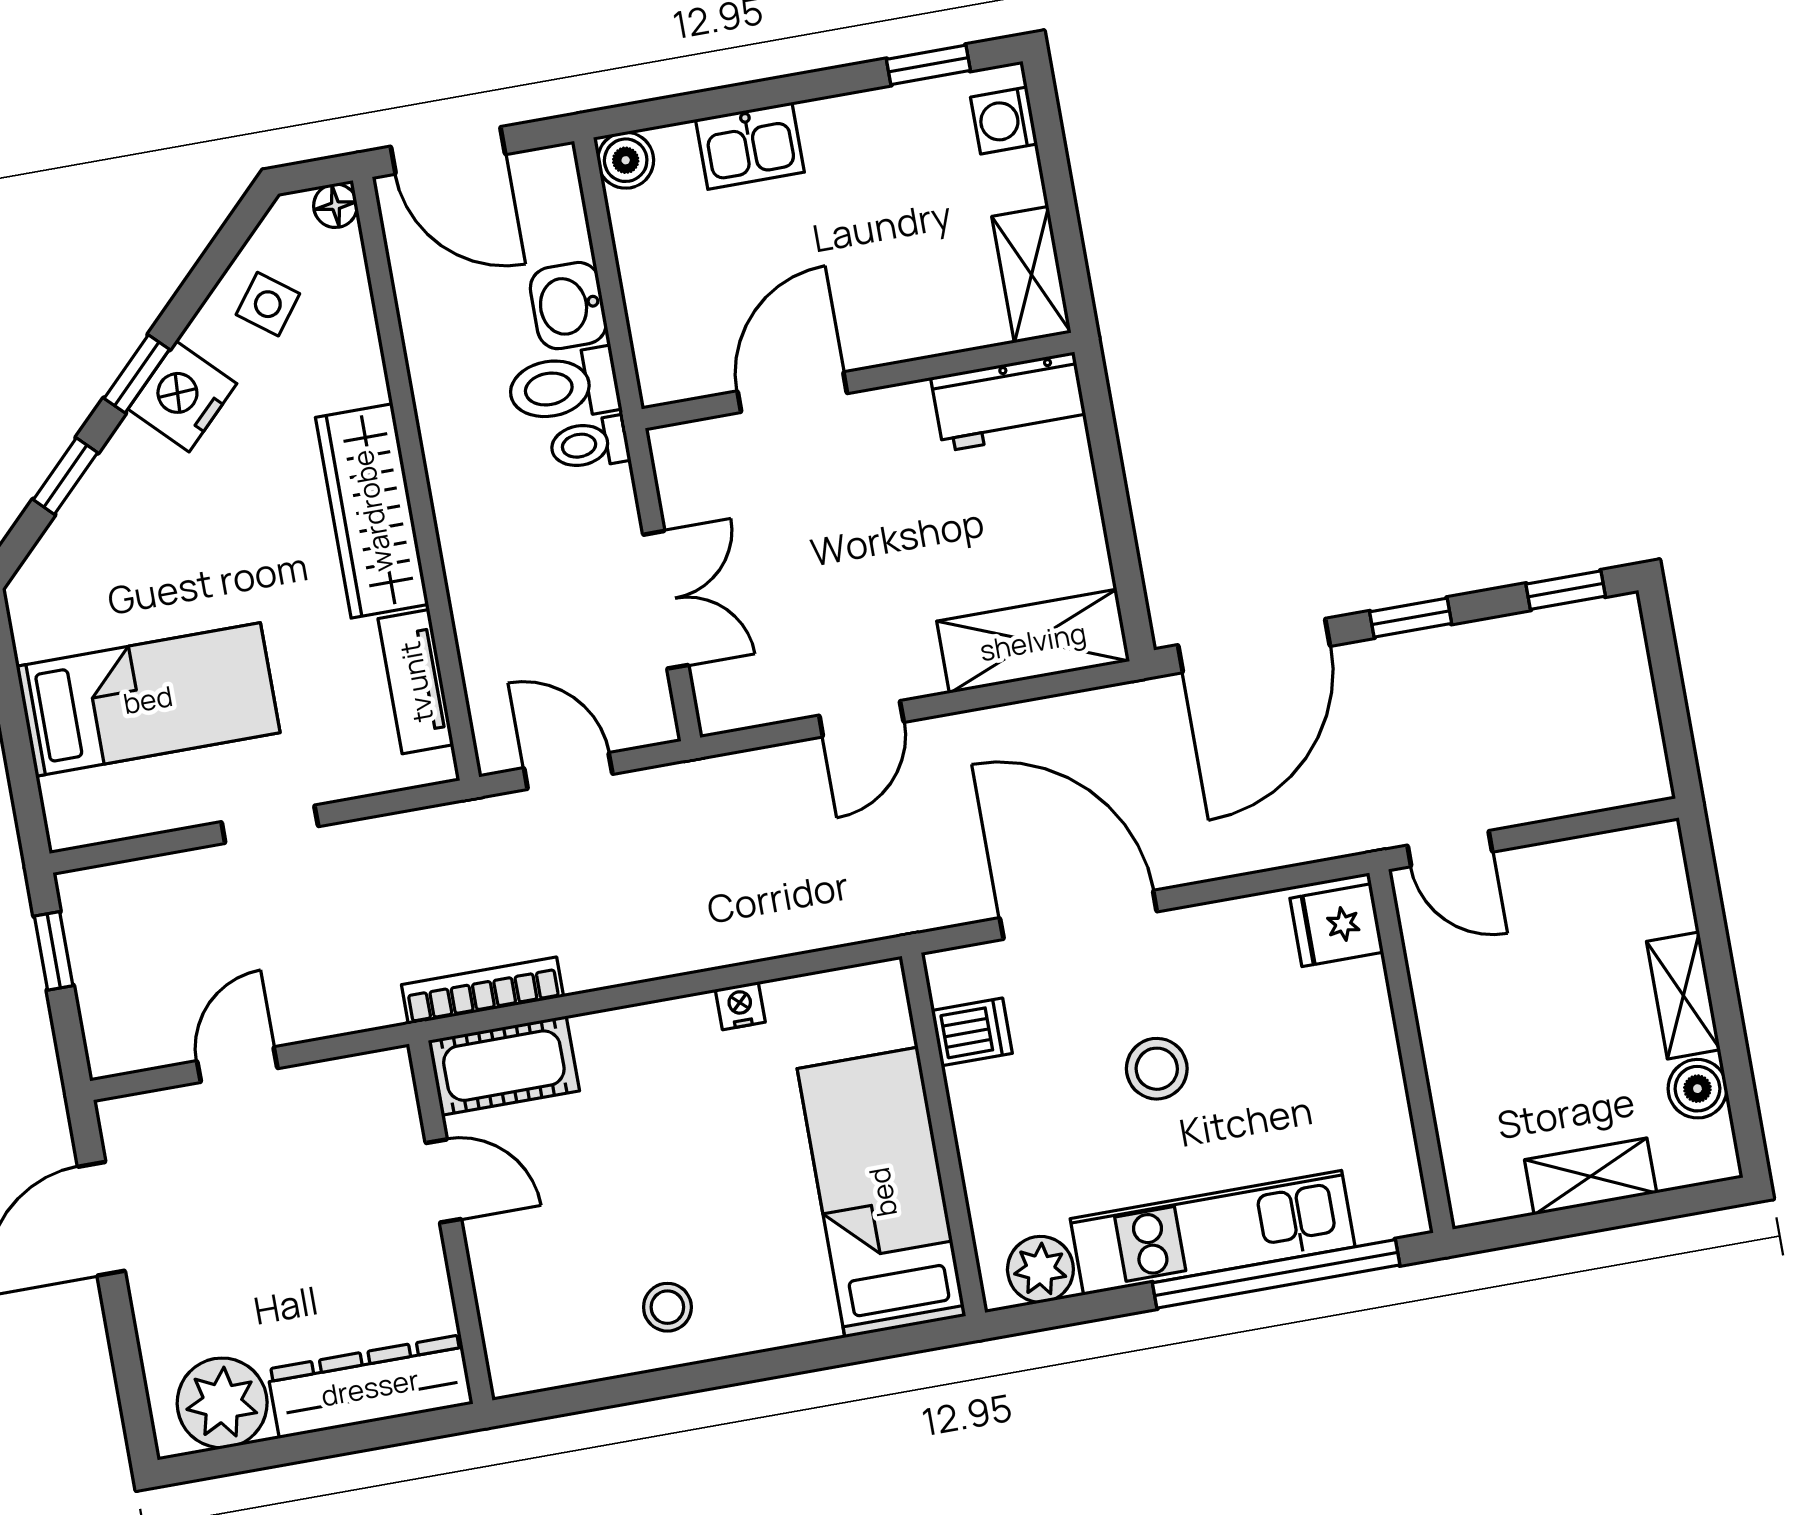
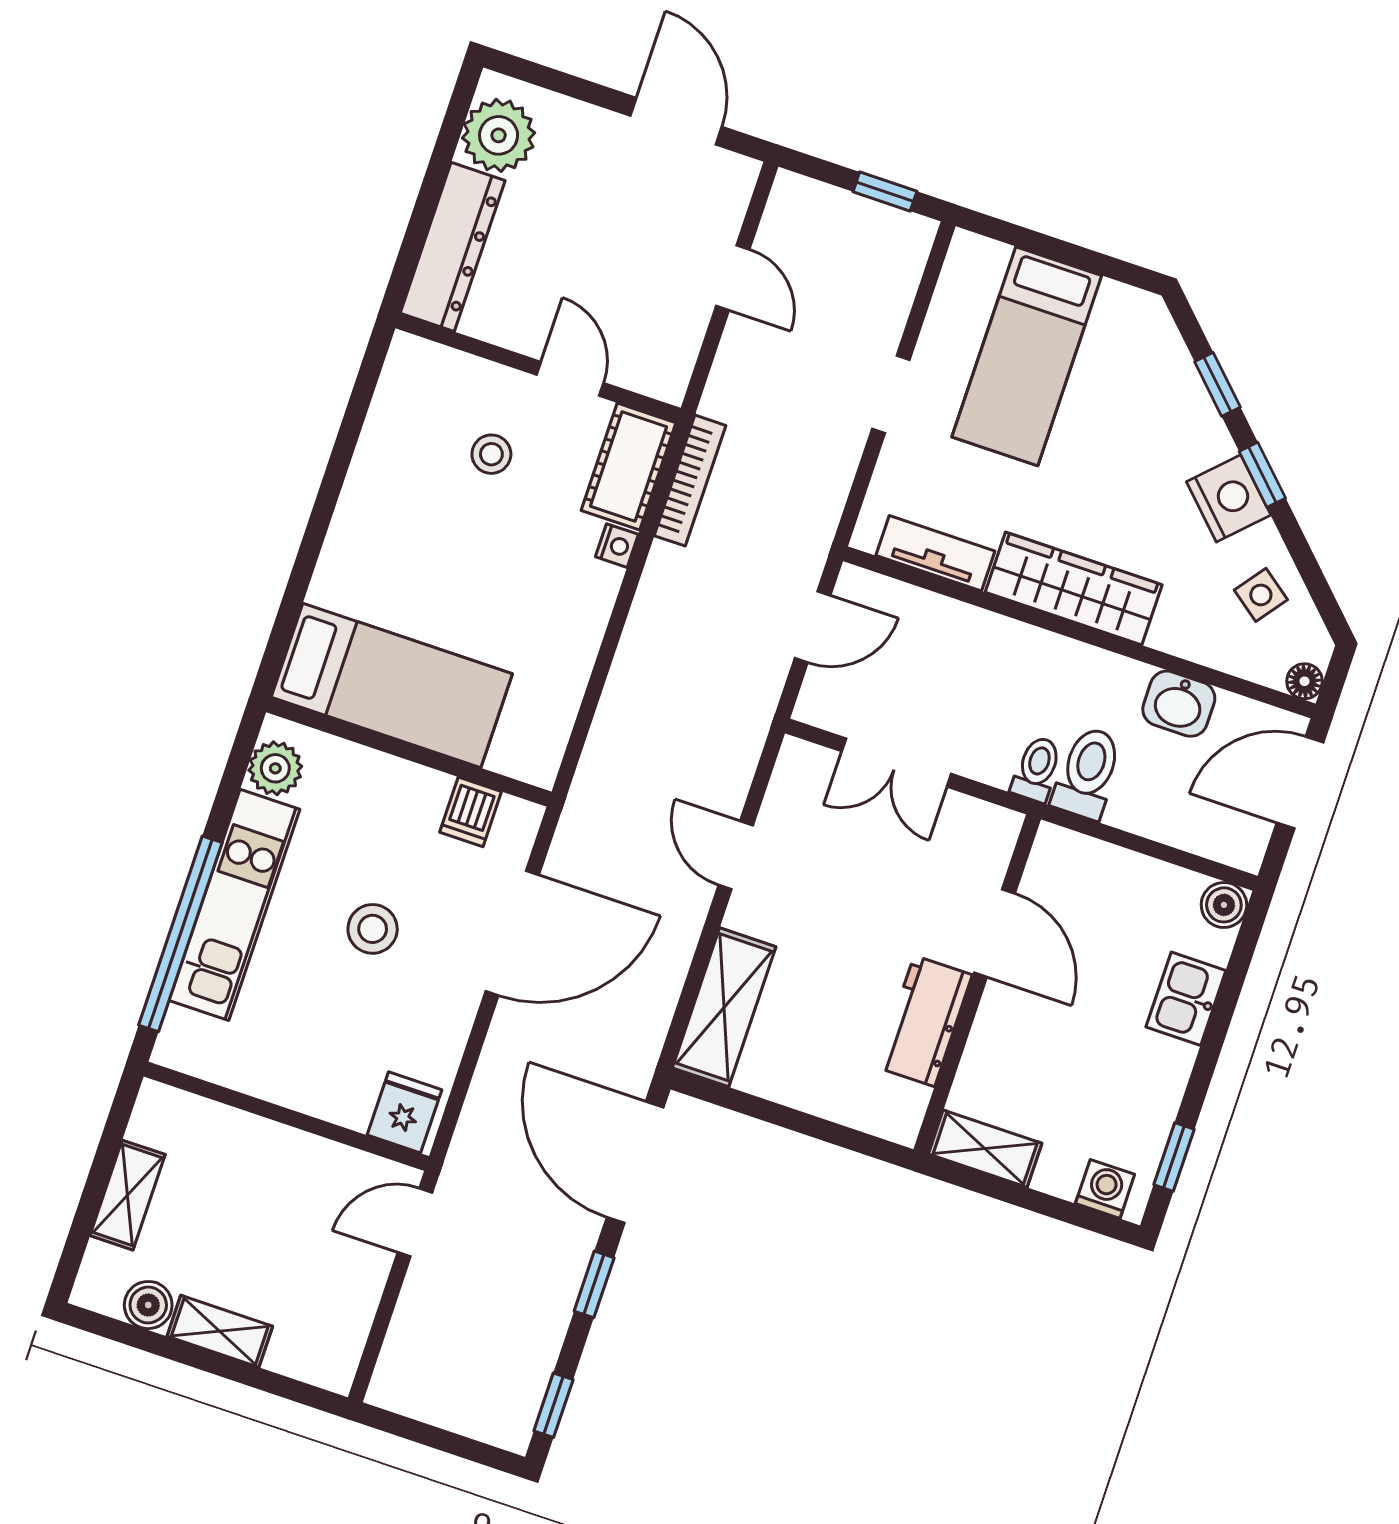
washbasin: (568, 306) -> (1179, 704), moved, turned 180
workbench: (1009, 402) -> (924, 1021), moved
nightstand: (740, 1006) -> (617, 546), moved
door: (443, 1181) -> (570, 379), swing flipped
stool: (667, 1307) -> (491, 454), moved

